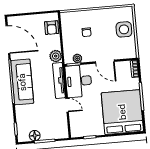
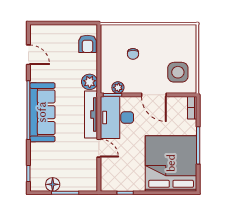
side table: (124, 29) -> (178, 72), moved
door: (8, 40) -> (28, 55), width x0.53

